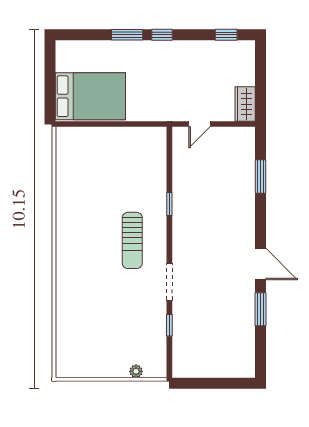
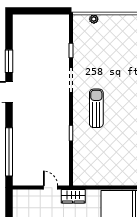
wardrobe: (245, 104) -> (73, 196), moved, turned 90
door: (200, 124) -> (51, 188), hinge flipped
window: (261, 176) -> (9, 152), width x2.11

